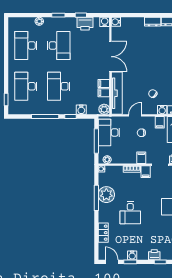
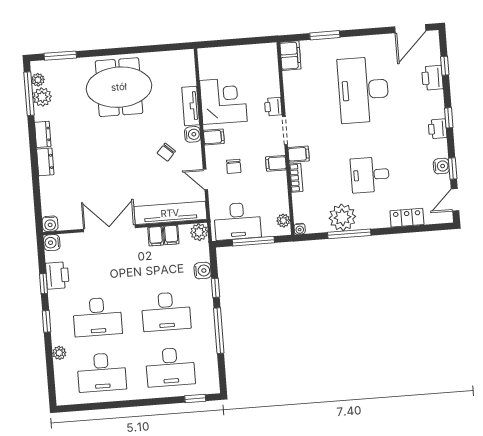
desk: (59, 46) -> (97, 317), turned 180
desk: (130, 213) -> (370, 175), turned 180

